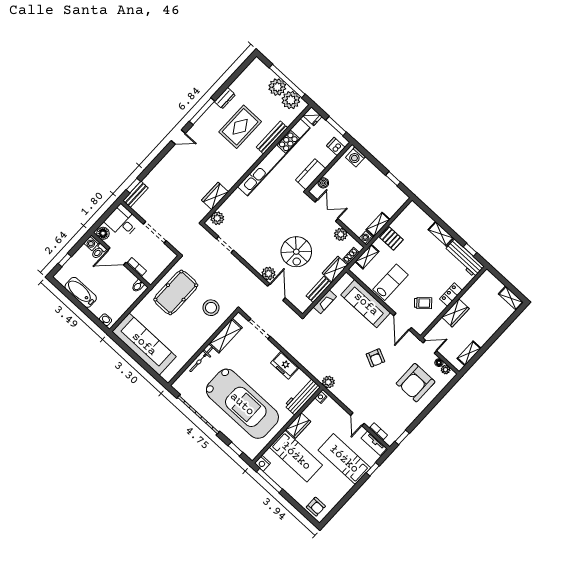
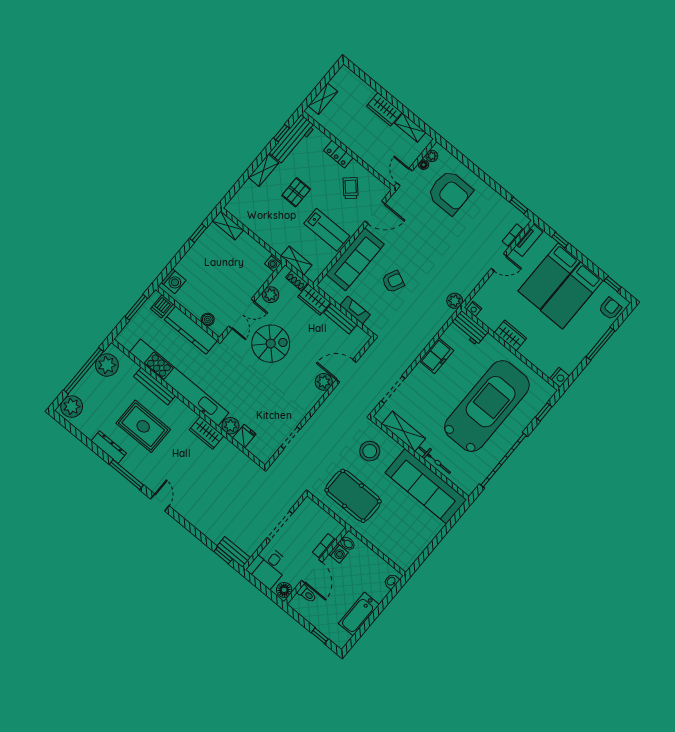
plant: (277, 87) -> (72, 407), moved
dresser: (225, 98) -> (109, 447), width x1.44
fridge: (313, 116) -> (244, 436), moved
kitchen counter: (310, 174) -> (191, 330), width x1.50
wardrobe: (215, 196) -> (207, 433), moved
double door: (326, 210) -> (242, 314), swing flipped
plant: (217, 218) -> (230, 426), moved
shelving: (378, 224) -> (228, 225), moved
pallet: (391, 239) -> (296, 192), moved
washing machine: (92, 243) -> (338, 553), moved
spiral stairs: (296, 252) -> (271, 344), moved
lab bench: (391, 282) -> (327, 230), turned 180
shelving: (511, 298) -> (323, 99), moved
wardrobe: (455, 313) -> (384, 109), moved, turned 180
sofa: (144, 344) -> (426, 486), moved, turned -90
armchair: (375, 358) -> (393, 281), moved
workbench: (302, 396) -> (469, 328), width x0.73
bed: (296, 456) -> (572, 295), moved, turned 180
window: (269, 480) -> (600, 344), moved
window: (335, 510) -> (613, 284), added

